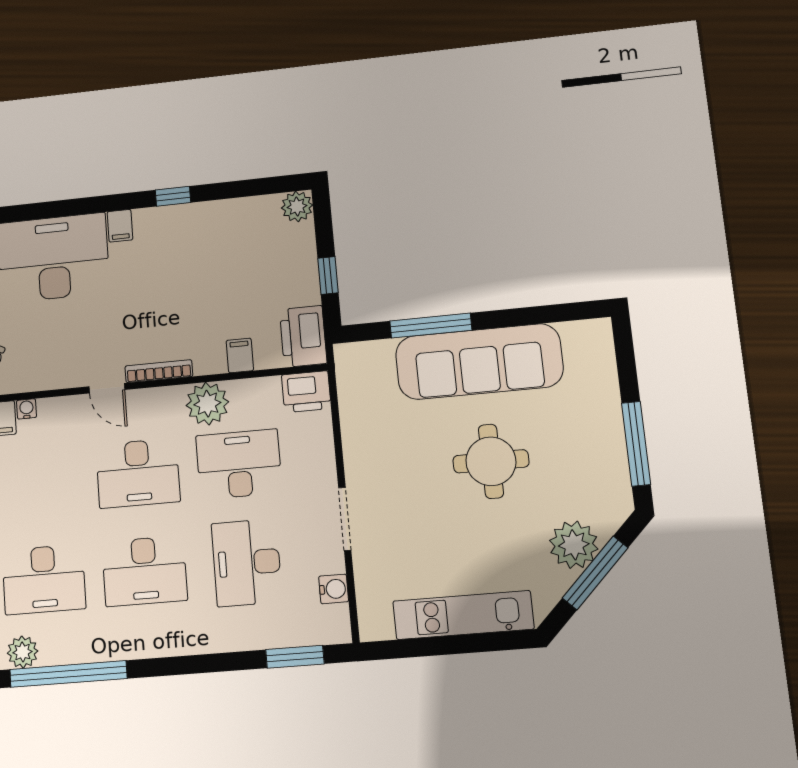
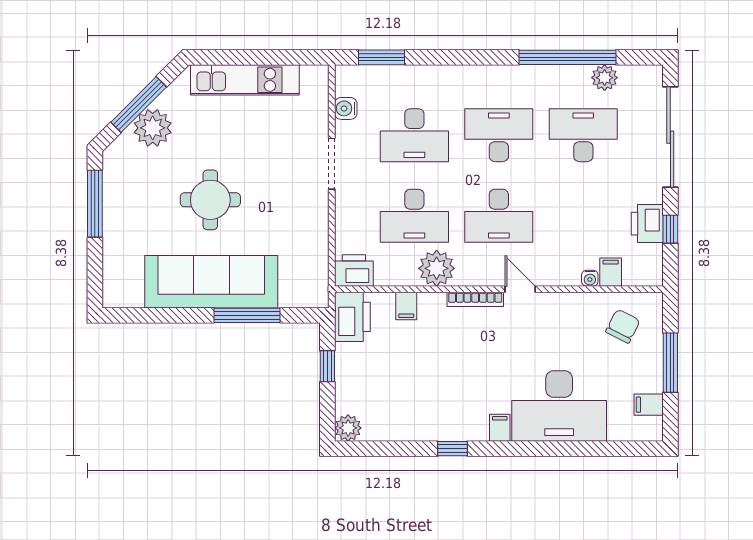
desk: (138, 473) -> (499, 216), turned 180
desk: (247, 563) -> (414, 135), turned 90

